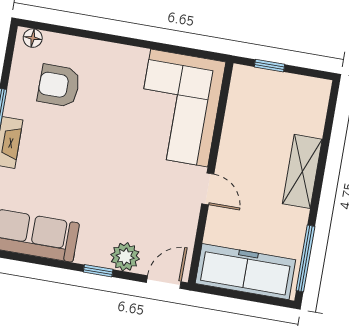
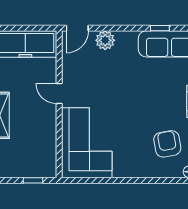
armchair: (59, 86) -> (167, 144), turned -100
window: (98, 271) -> (160, 28), moved

